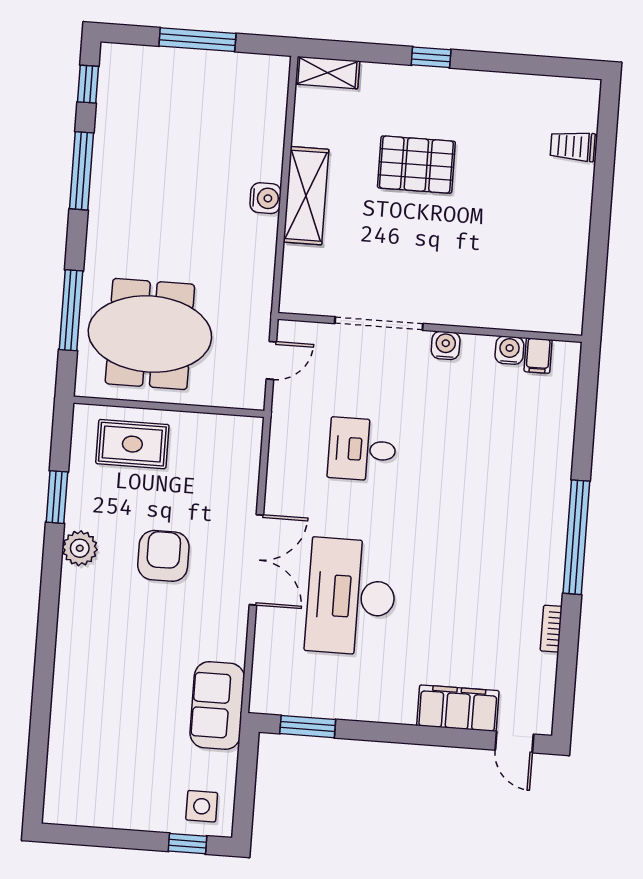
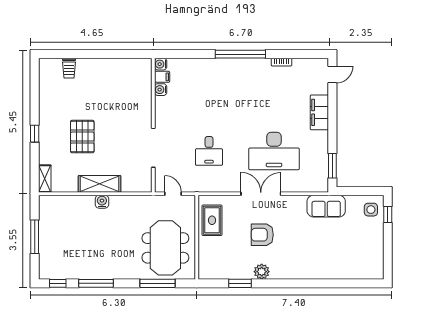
water cooler: (446, 345) -> (161, 64), moved
rug: (132, 444) -> (212, 220), moved
filing cabinet: (458, 708) -> (319, 112), moved

